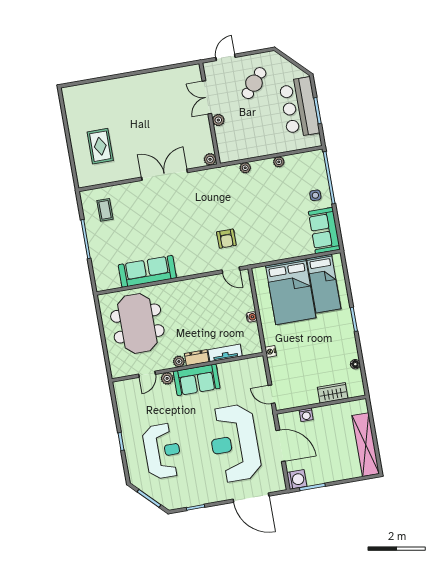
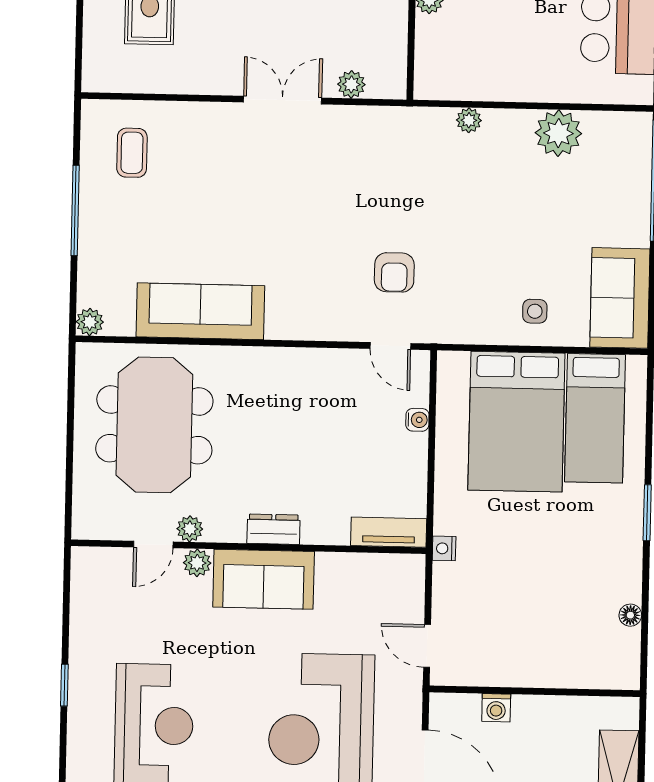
plant: (210, 159) -> (351, 84), moved
plant: (279, 162) -> (558, 133), width x1.88, depth x1.88
double door: (164, 175) -> (283, 100), width x0.73
side table: (315, 195) -> (535, 311), moved
plant: (101, 285) -> (90, 322), added
water cooler: (252, 317) -> (417, 420), moved
tv unit: (225, 353) -> (389, 532), moved
plant: (179, 361) -> (190, 529), moved
wardrobe: (333, 393) -> (566, 670), removed

